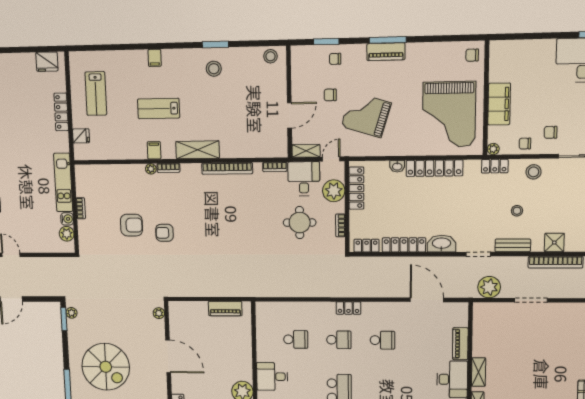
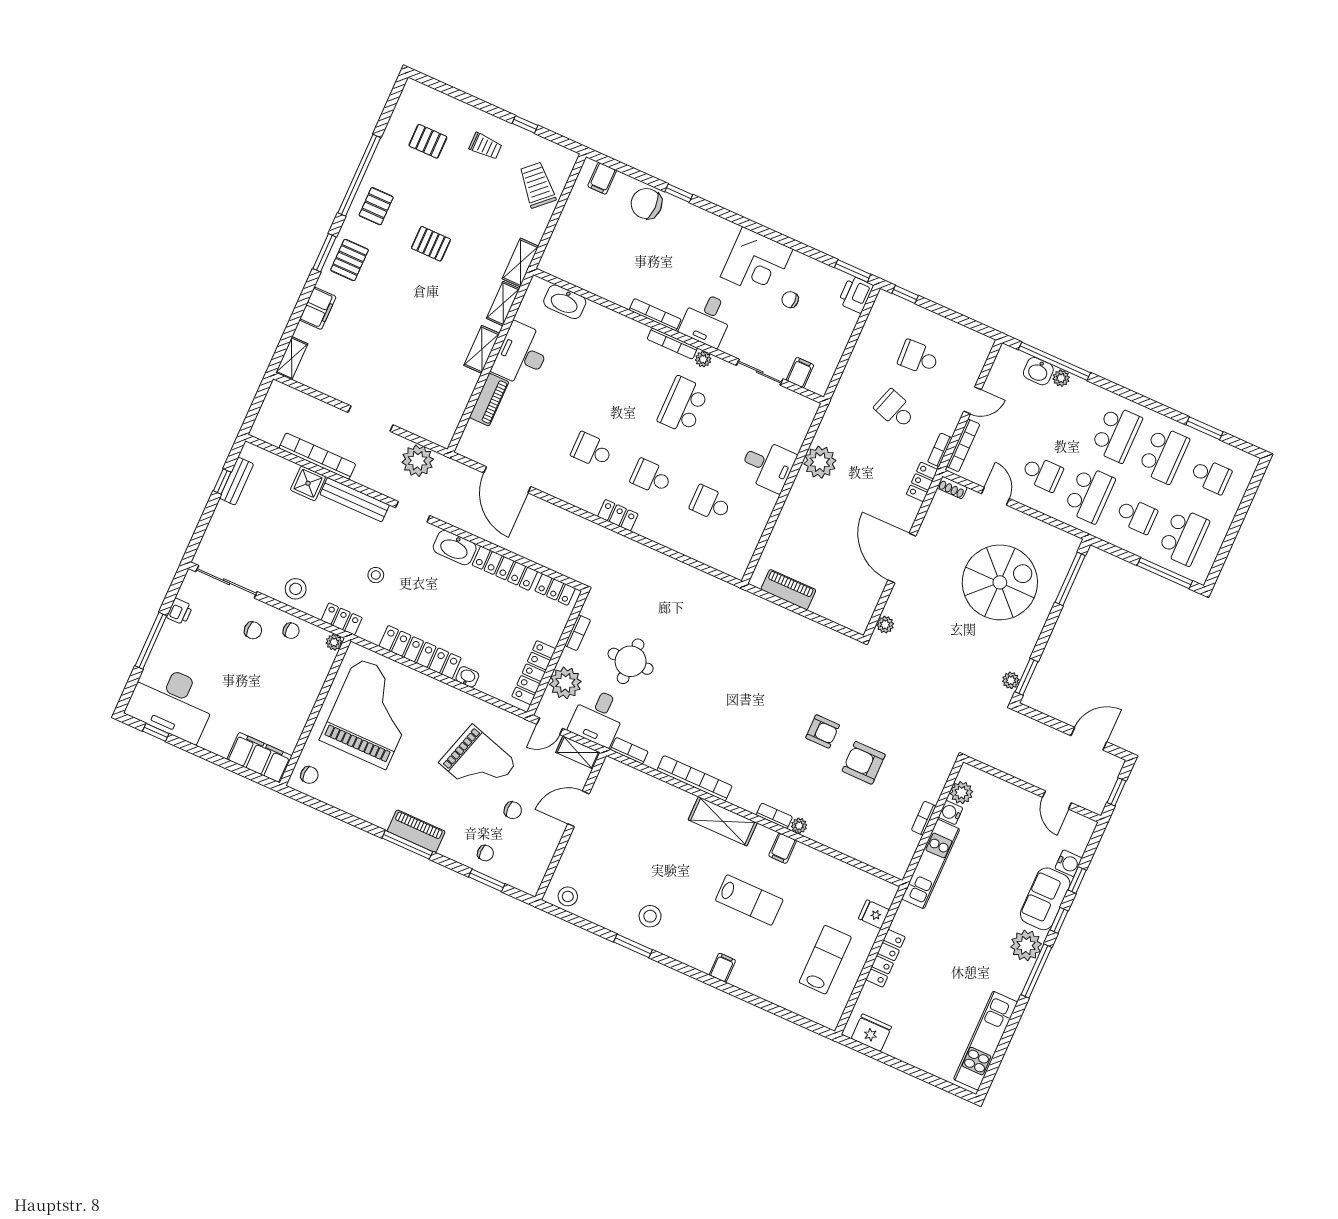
filing cabinet: (499, 104) -> (259, 758), moved, turned 90
stool: (517, 211) -> (376, 575), moved
bench: (513, 245) -> (355, 500), width x1.36
spiral stairs: (106, 367) -> (1000, 582), turned 90

